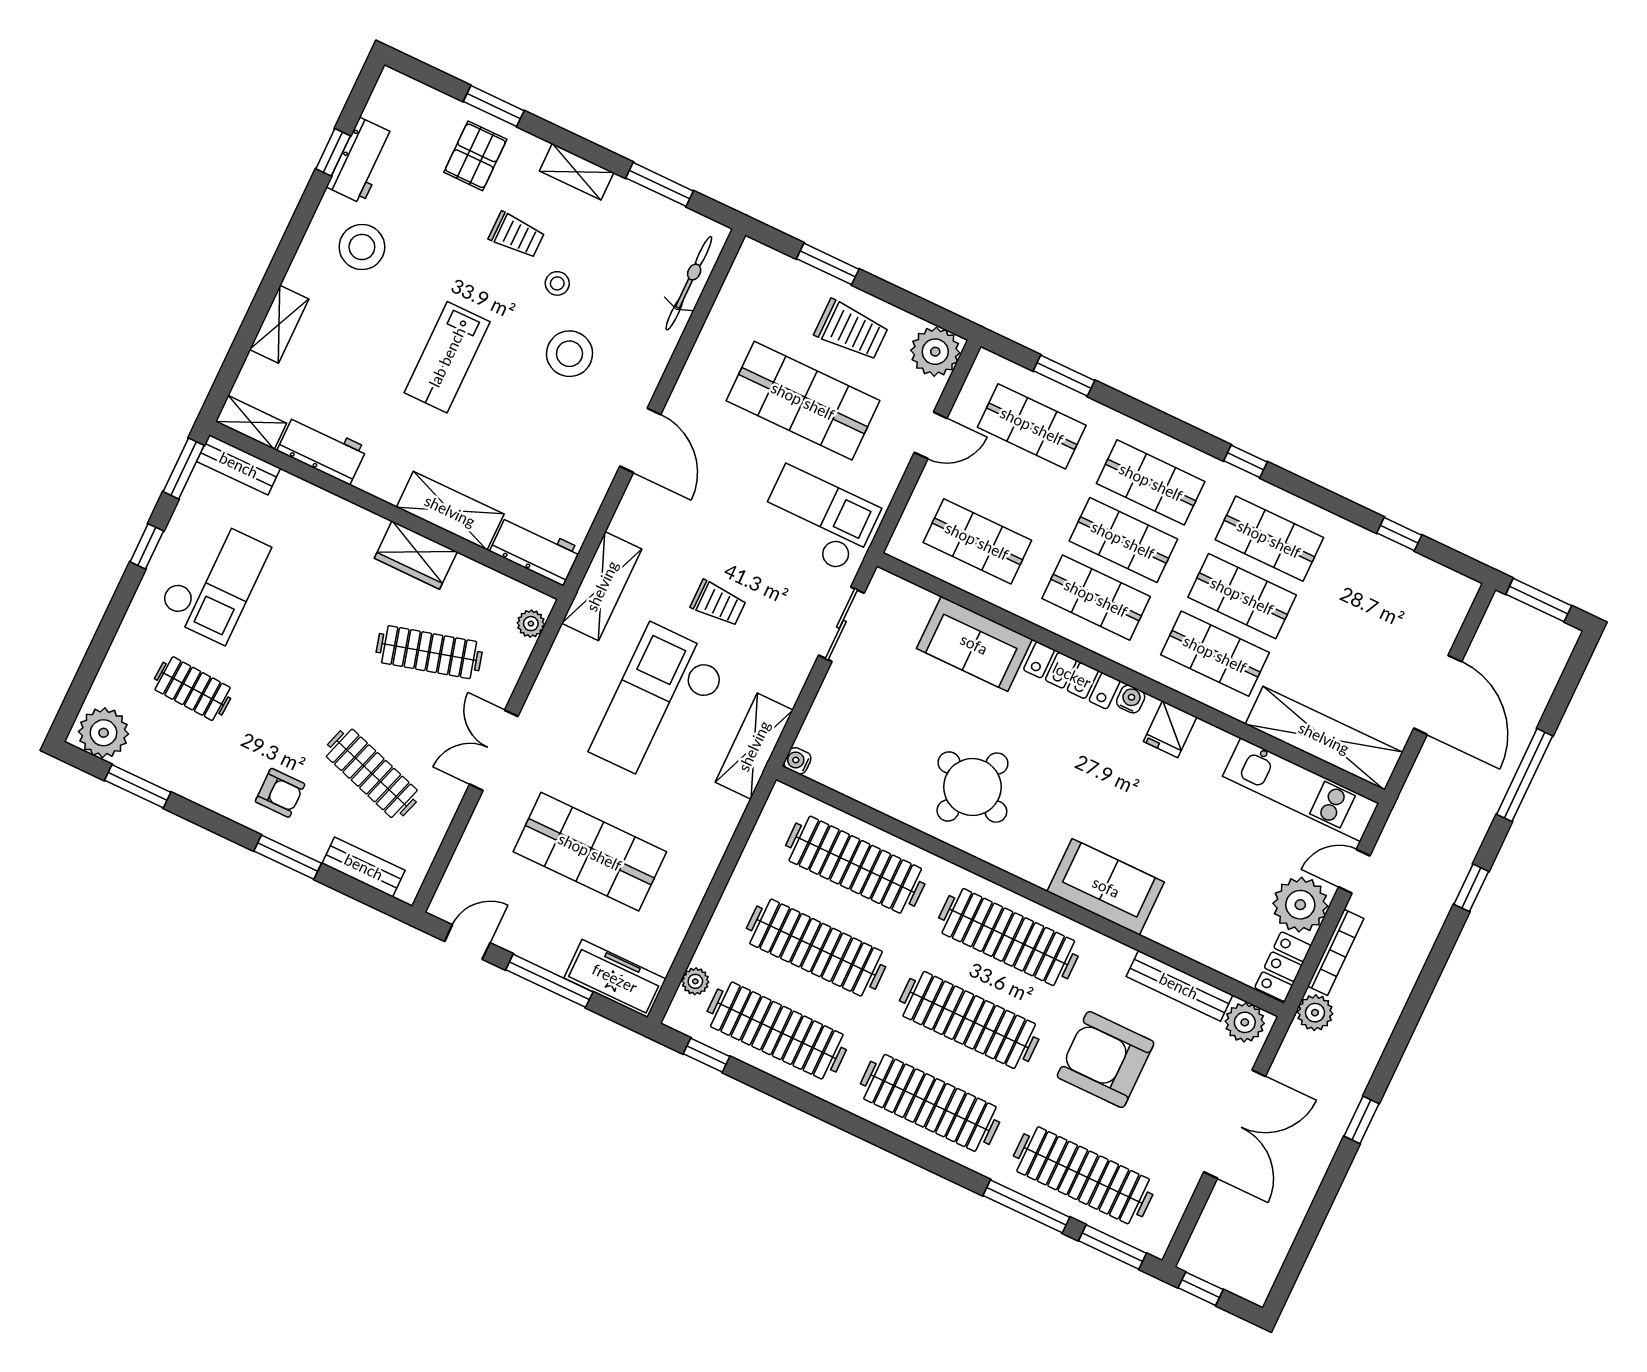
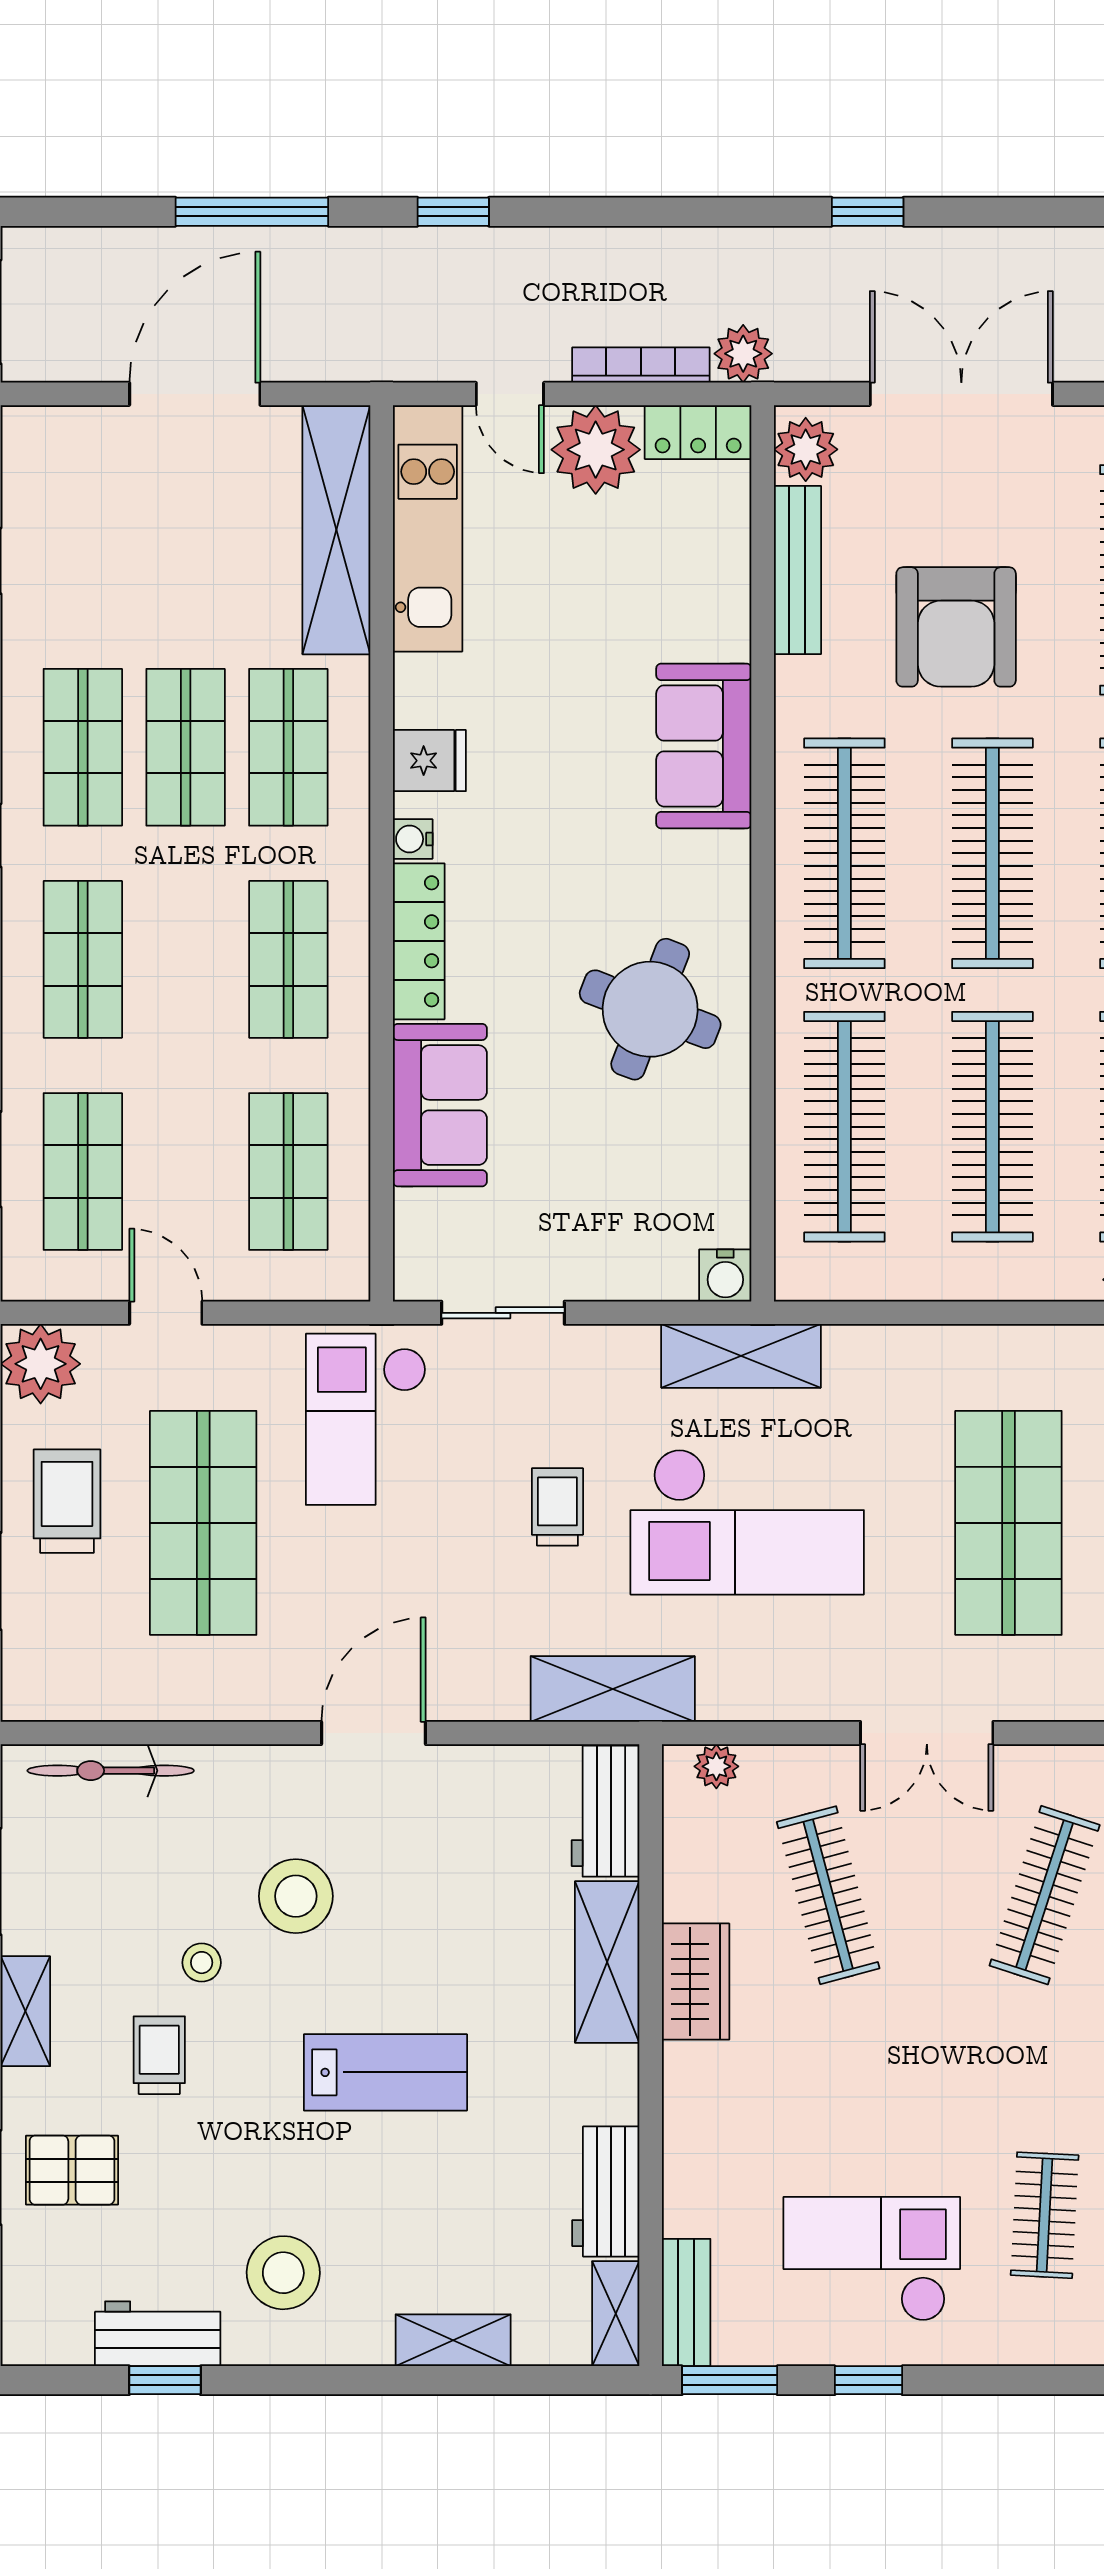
shop shelf: (1123, 540) -> (186, 959), removed
water cooler: (797, 761) -> (725, 1275), width x1.38, depth x1.38

